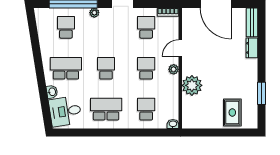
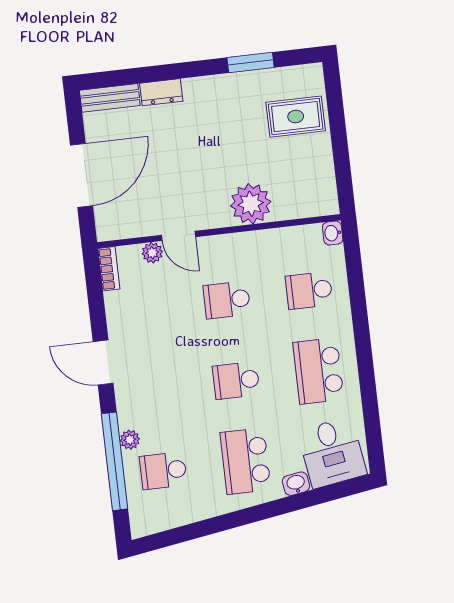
plant: (94, 13) -> (130, 440), moved
school desk: (146, 27) -> (145, 309), removed
plant: (174, 69) -> (152, 253), moved

